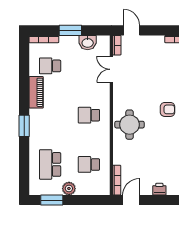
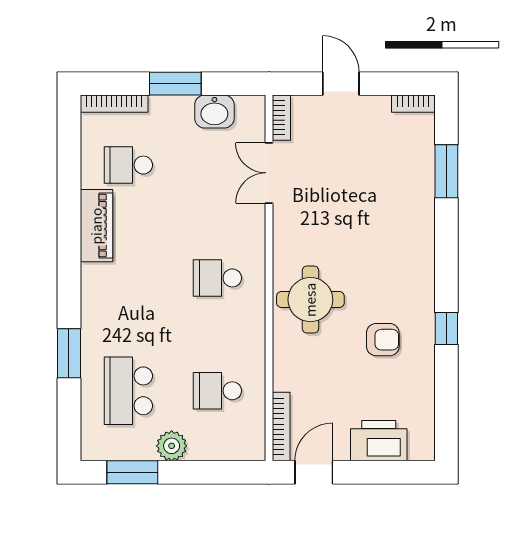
door: (132, 30) -> (341, 84), moved
armchair: (168, 109) -> (383, 340), moved
window: (24, 126) -> (69, 353), moved
printer: (159, 189) -> (379, 441), width x1.87, depth x1.48

